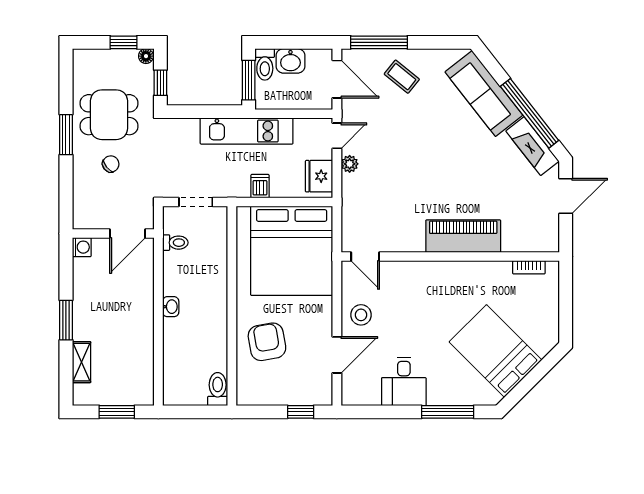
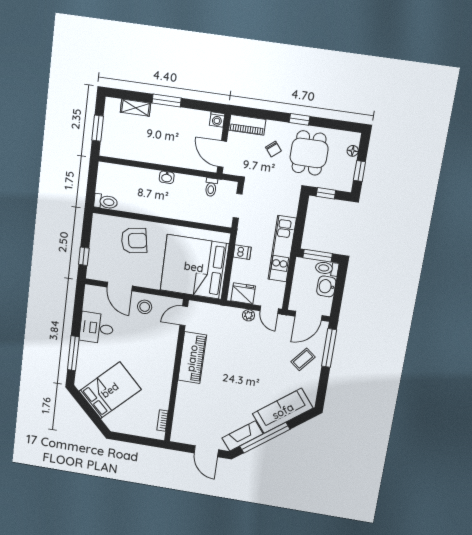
floor lamp: (146, 56) -> (353, 151), moved
window: (66, 135) -> (300, 119), width x0.67
piano: (83, 205) -> (247, 125), added
piano: (463, 236) -> (192, 358), moved

